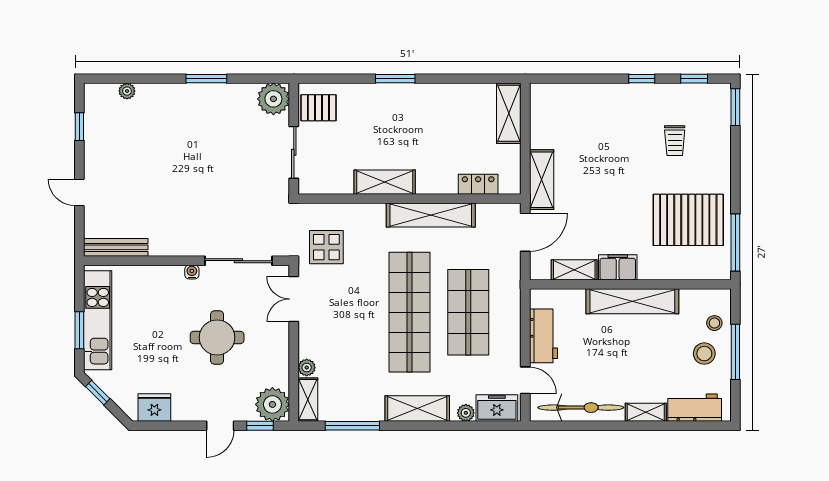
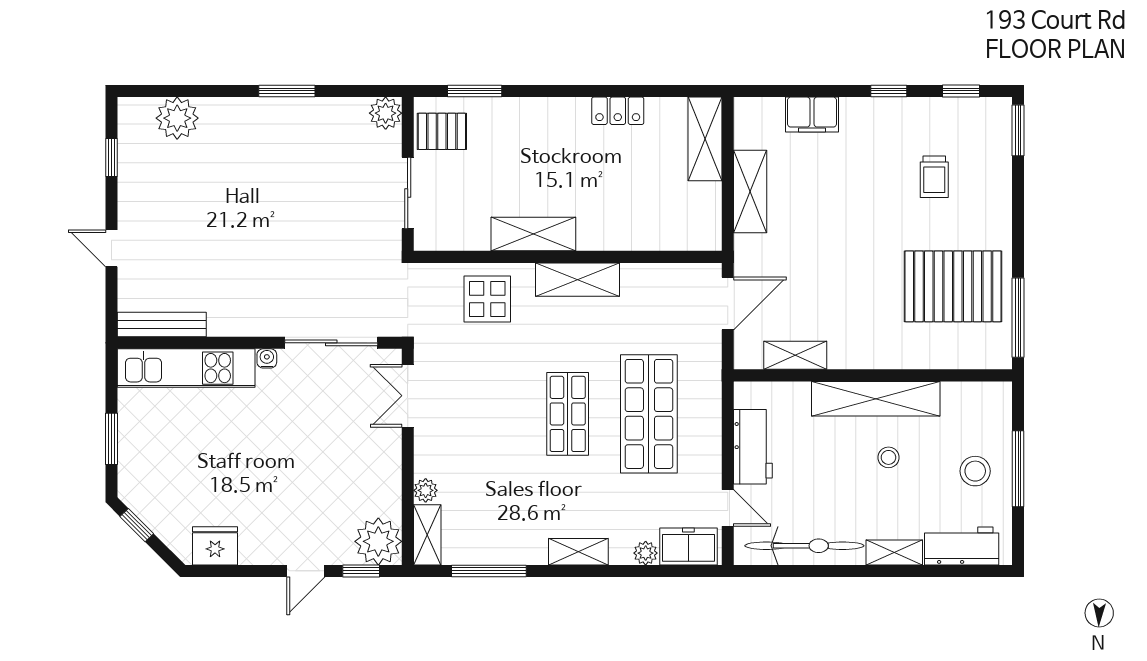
window: (395, 79) -> (475, 91), moved
plant: (127, 91) -> (177, 118), width x1.87, depth x1.87
plant: (273, 99) -> (386, 113), width x0.73, depth x0.73
shelving: (542, 180) -> (750, 192), moved
locker: (478, 184) -> (618, 111), moved, turned 180
shelving: (431, 215) -> (578, 280), width x0.68
display table: (326, 247) -> (487, 299), moved
filing cabinet: (618, 267) -> (812, 115), moved, turned 180
shop shelf: (410, 312) -> (568, 414), width x0.50, depth x0.74
kitchen unit: (98, 320) -> (186, 368), moved, turned 90
stool: (714, 323) -> (888, 457), moved
round table: (217, 337) -> (302, 449), removed
shelving: (417, 409) -> (578, 552), width x0.67, depth x0.75

